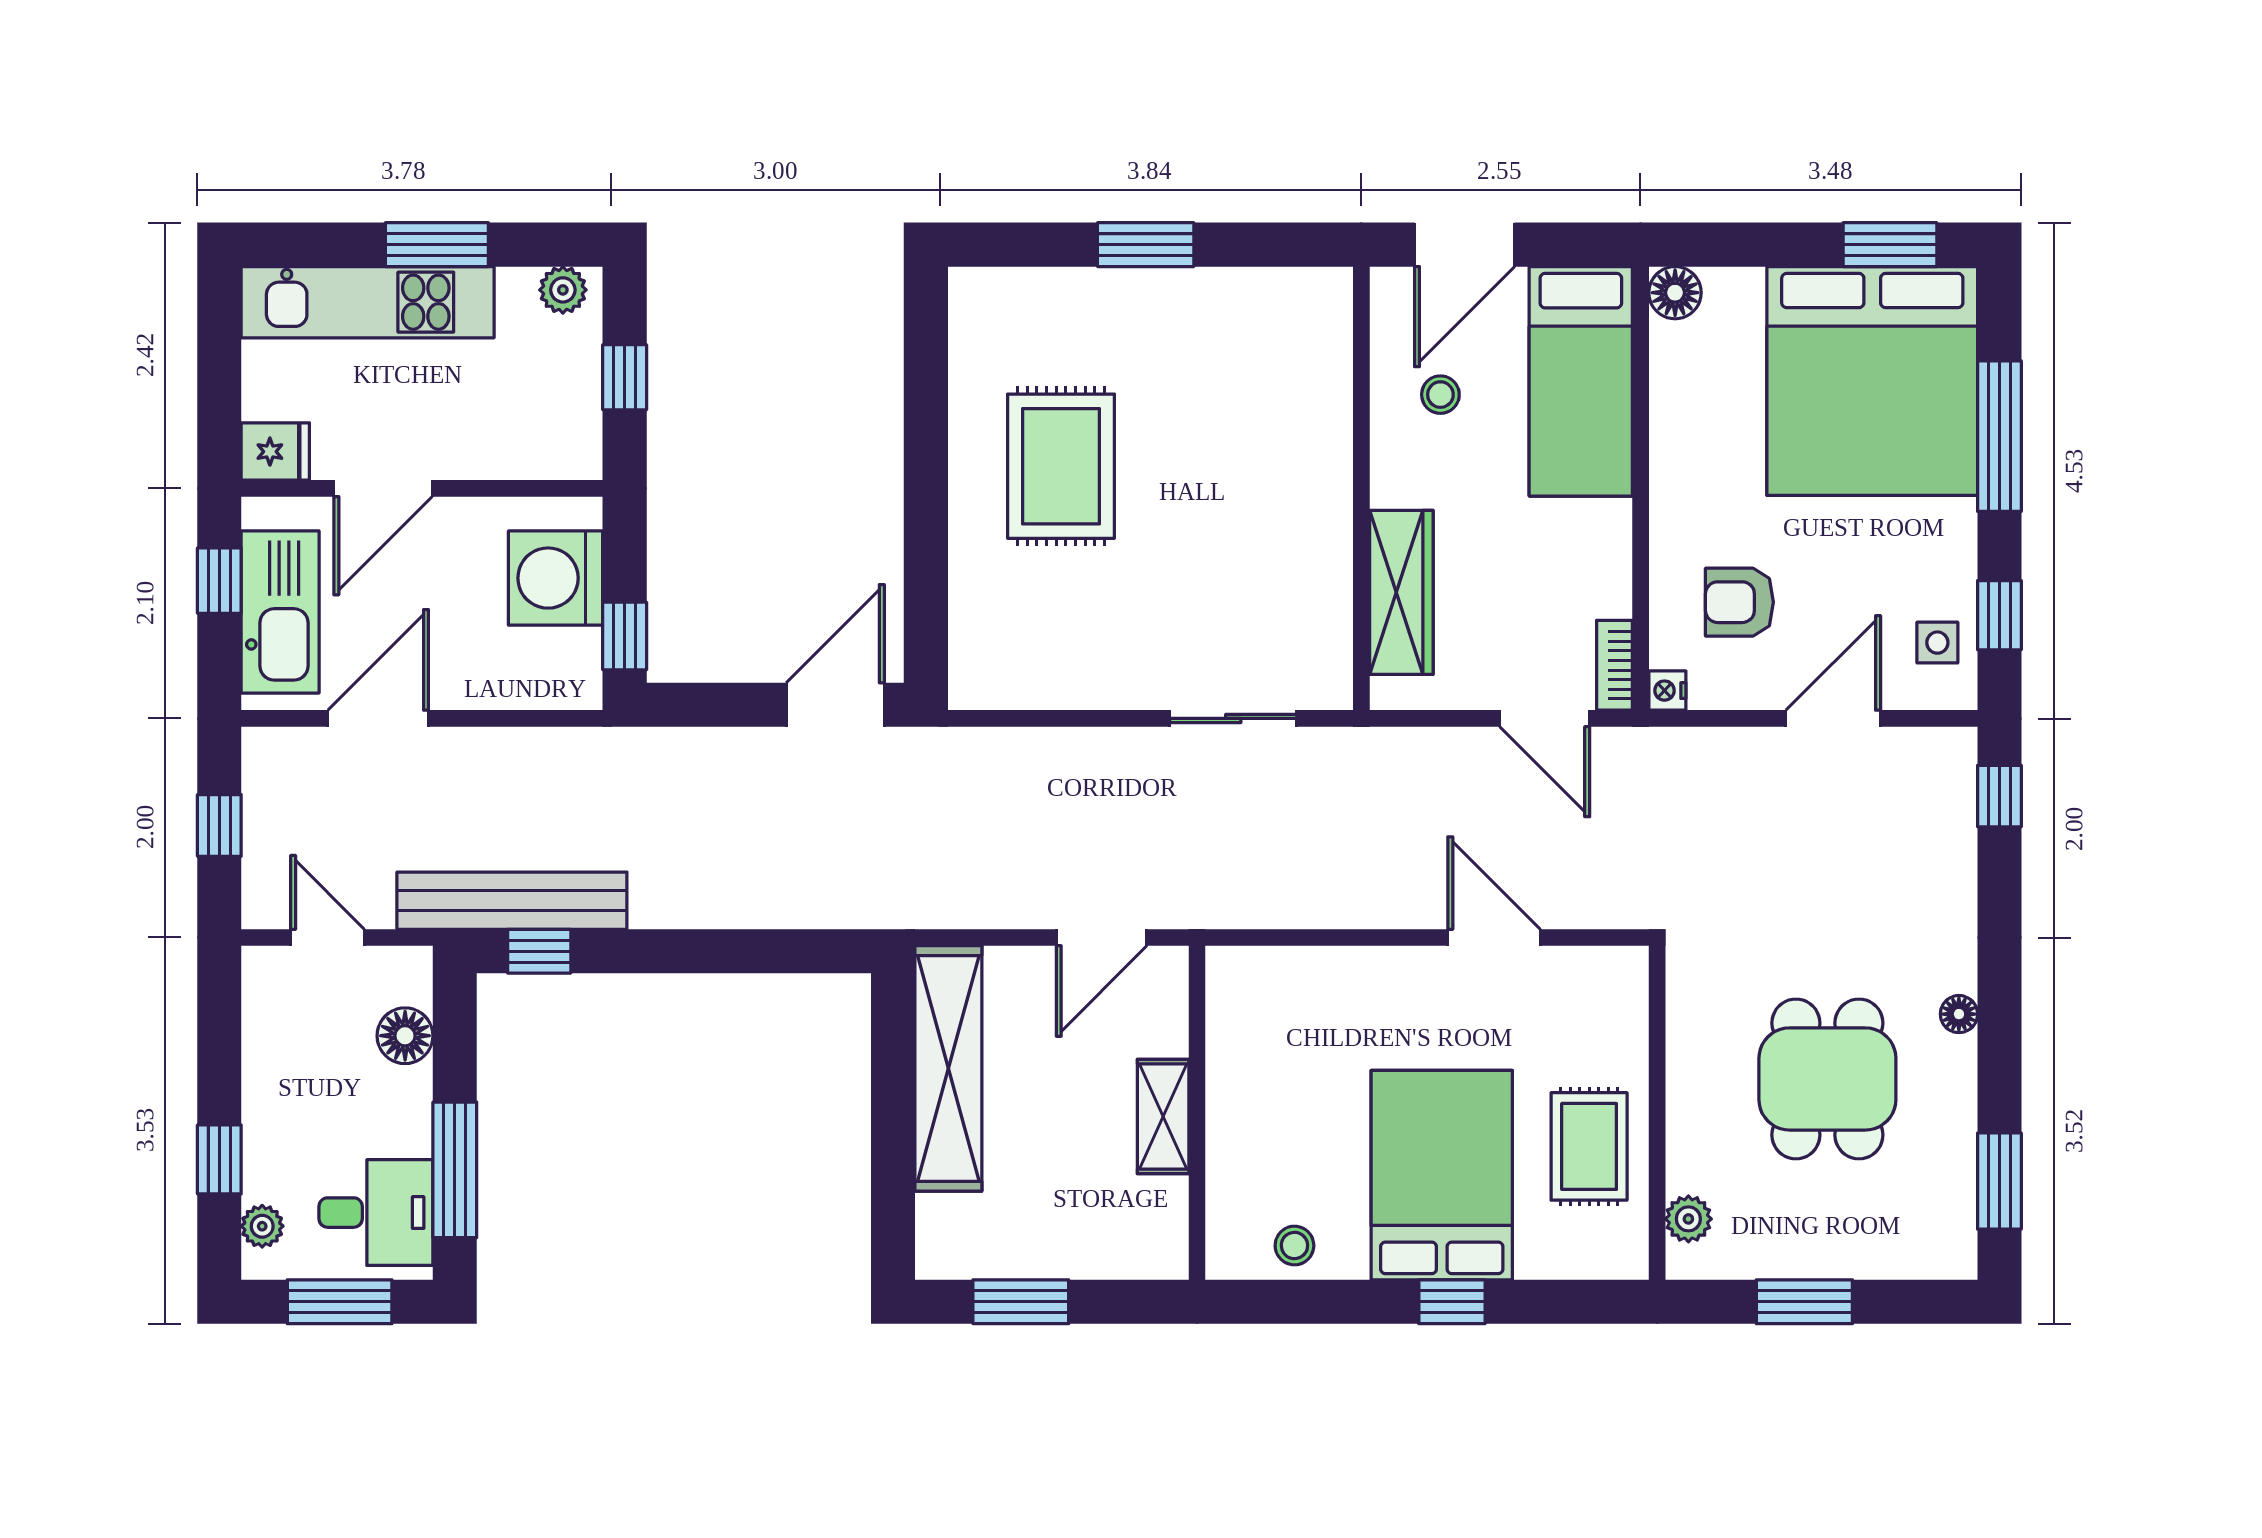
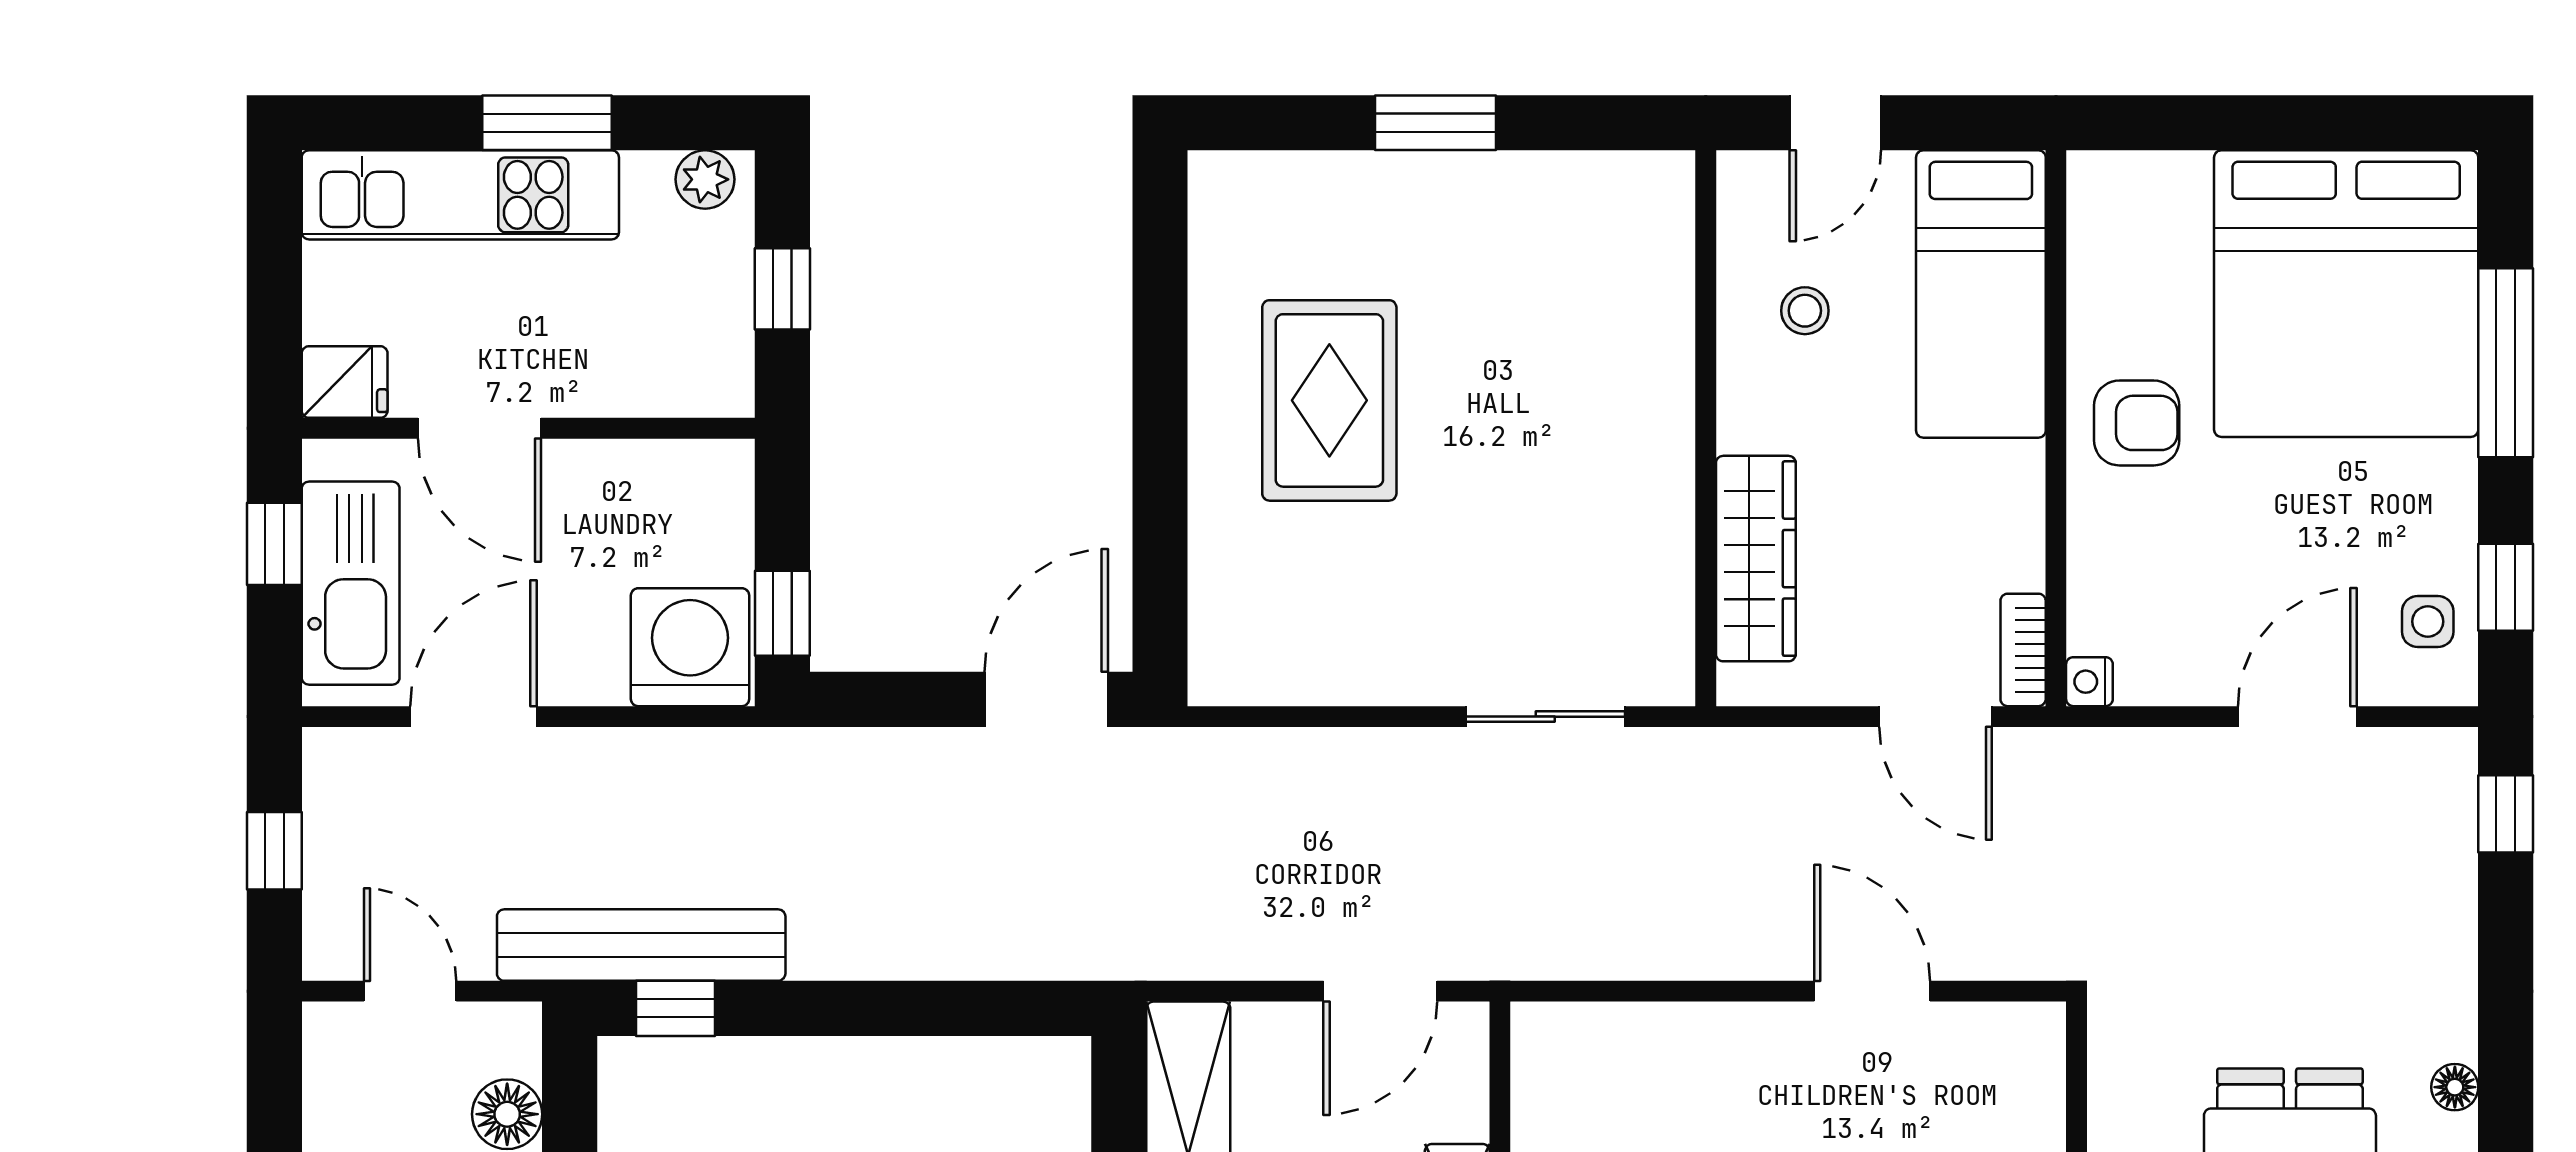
door: (1465, 245) -> (1835, 123), width x0.73
window: (1890, 245) -> (2368, 123), removed
floor lamp: (1675, 293) -> (2099, 183), removed
door: (383, 488) -> (480, 428), hinge flipped
washing machine: (556, 578) -> (690, 647), moved, turned 90
armchair: (1739, 602) -> (2137, 423), moved, turned 180

